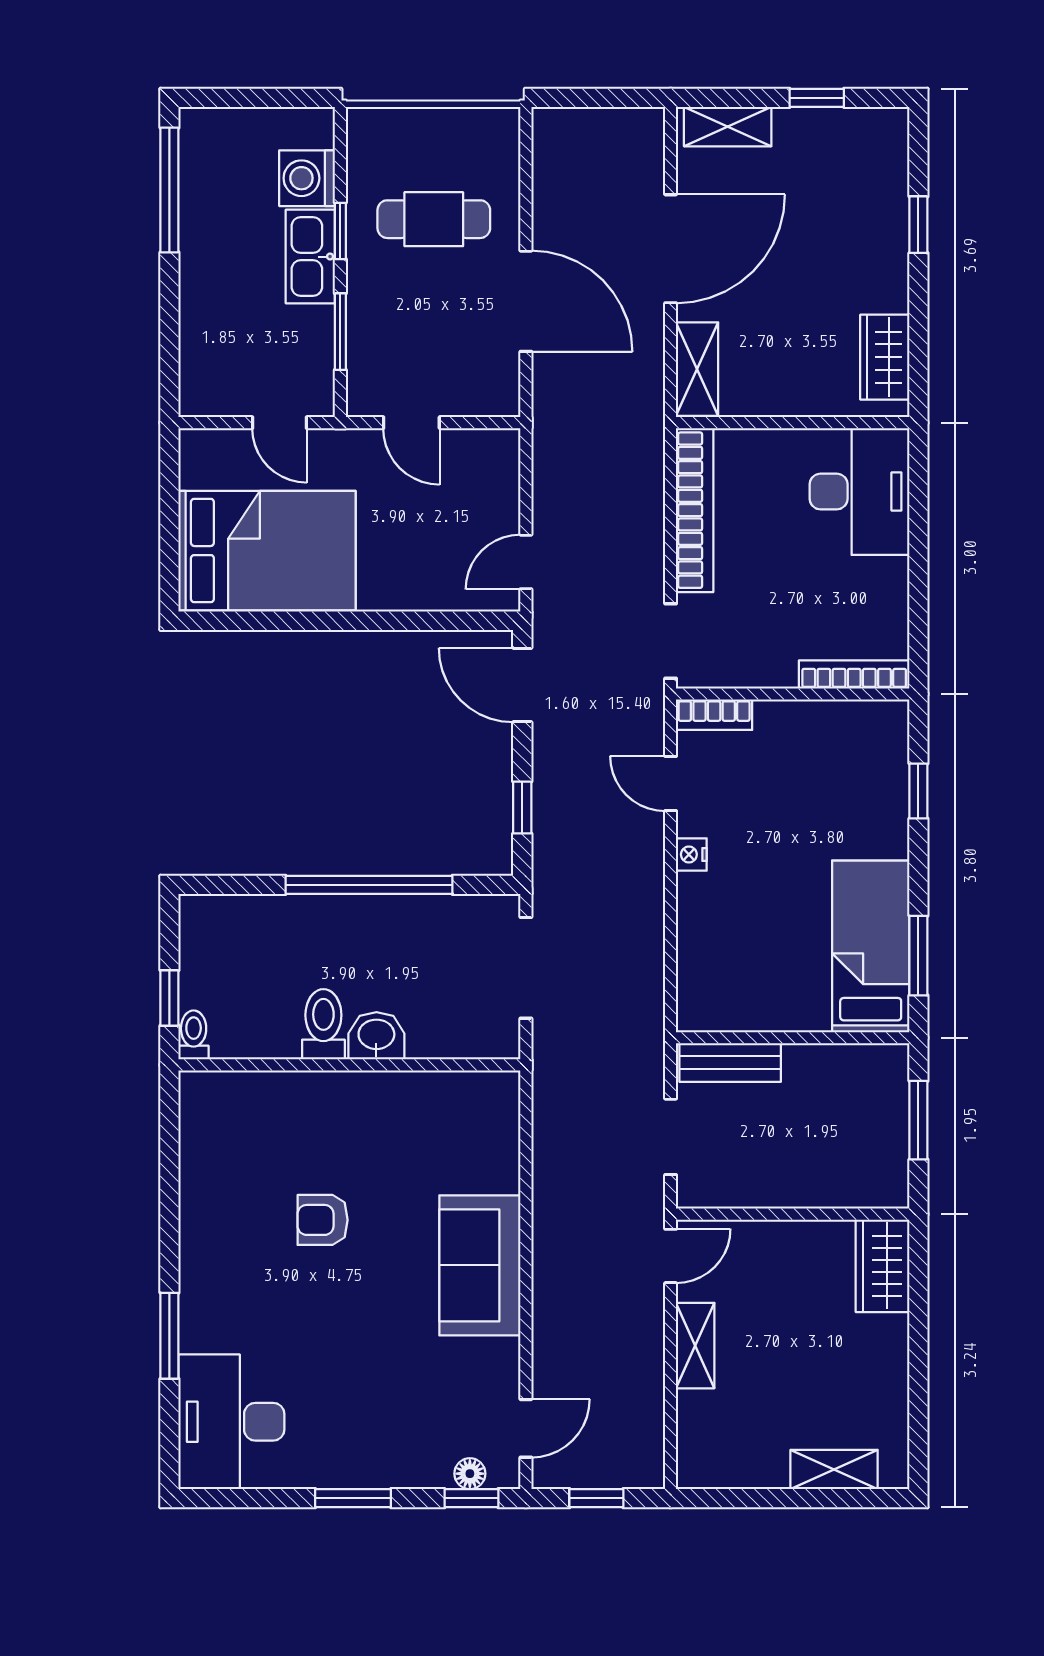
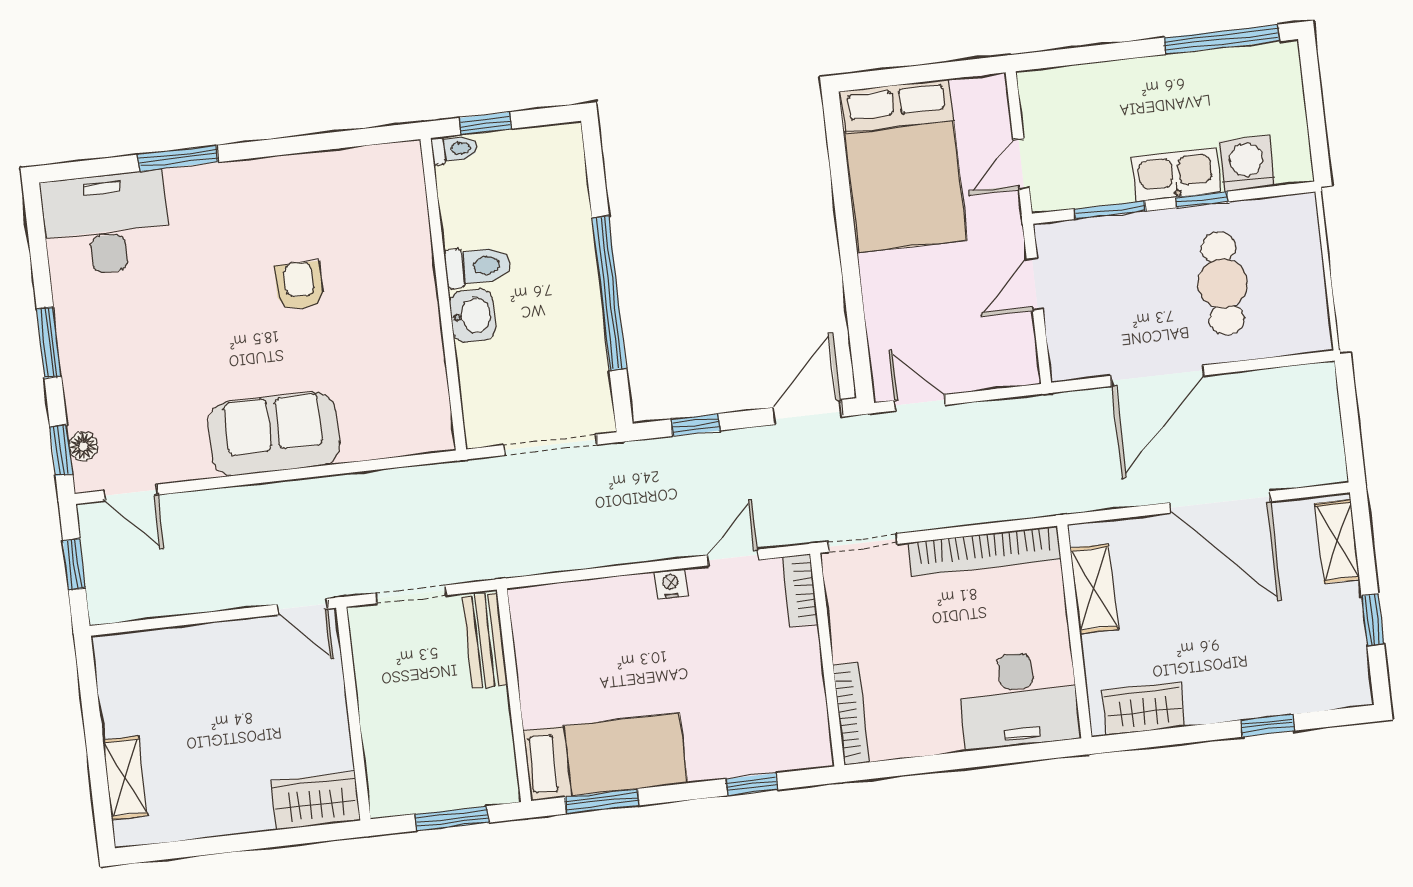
shelving: (697, 369) -> (1094, 589), moved, turned 90
shelving: (695, 1346) -> (223, 638), removed

